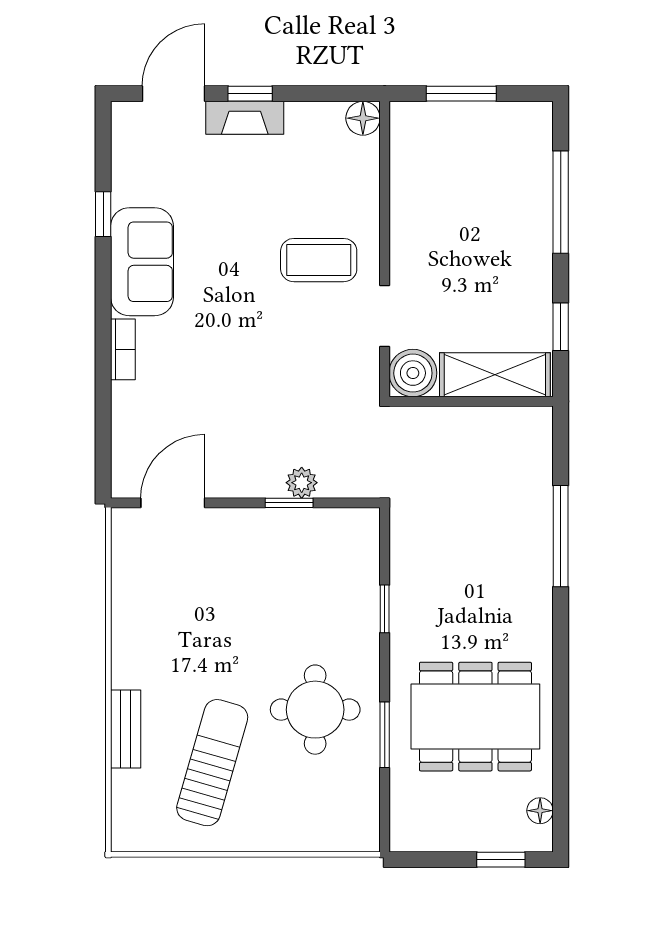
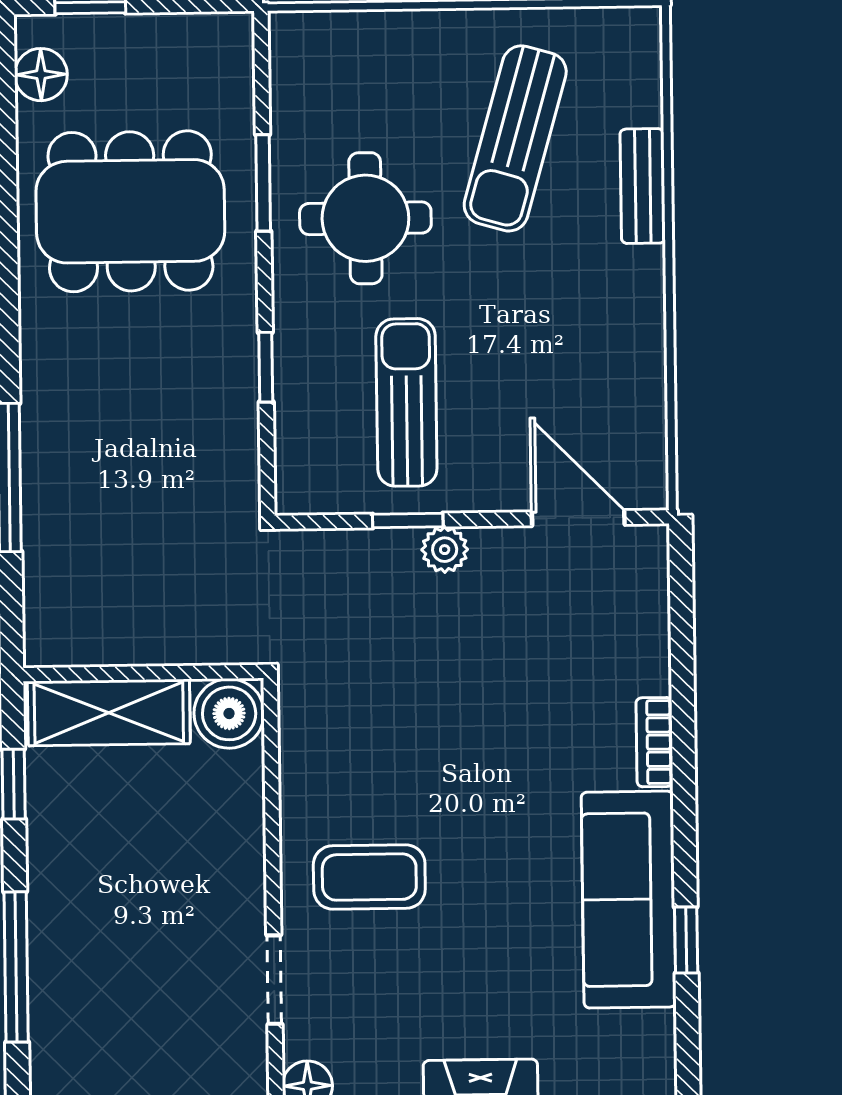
sofa: (142, 262) -> (629, 900), width x1.36
doorway: (385, 316) -> (274, 980), moved
plant: (302, 483) -> (445, 550), moved
door: (173, 503) -> (578, 518), swing flipped
sun lounger: (289, 584) -> (406, 402), added
floor lamp: (540, 811) -> (41, 75), width x1.37, depth x1.37

